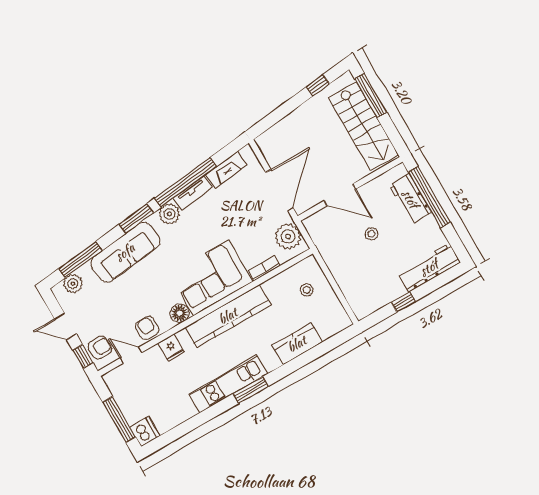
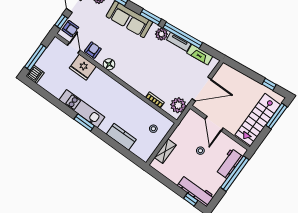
corner sofa: (211, 278) -> (136, 73), removed
shelving: (349, 287) -> (165, 151), added
window: (403, 302) -> (191, 200), moved
kitchen counter: (228, 316) -> (119, 92), removed
fridge: (171, 348) -> (83, 67), width x1.88, depth x1.34

